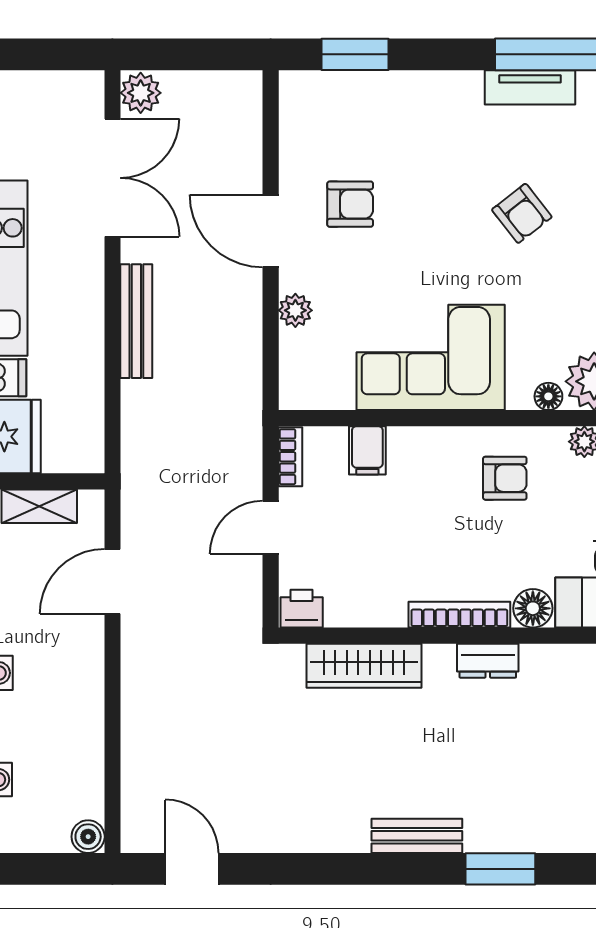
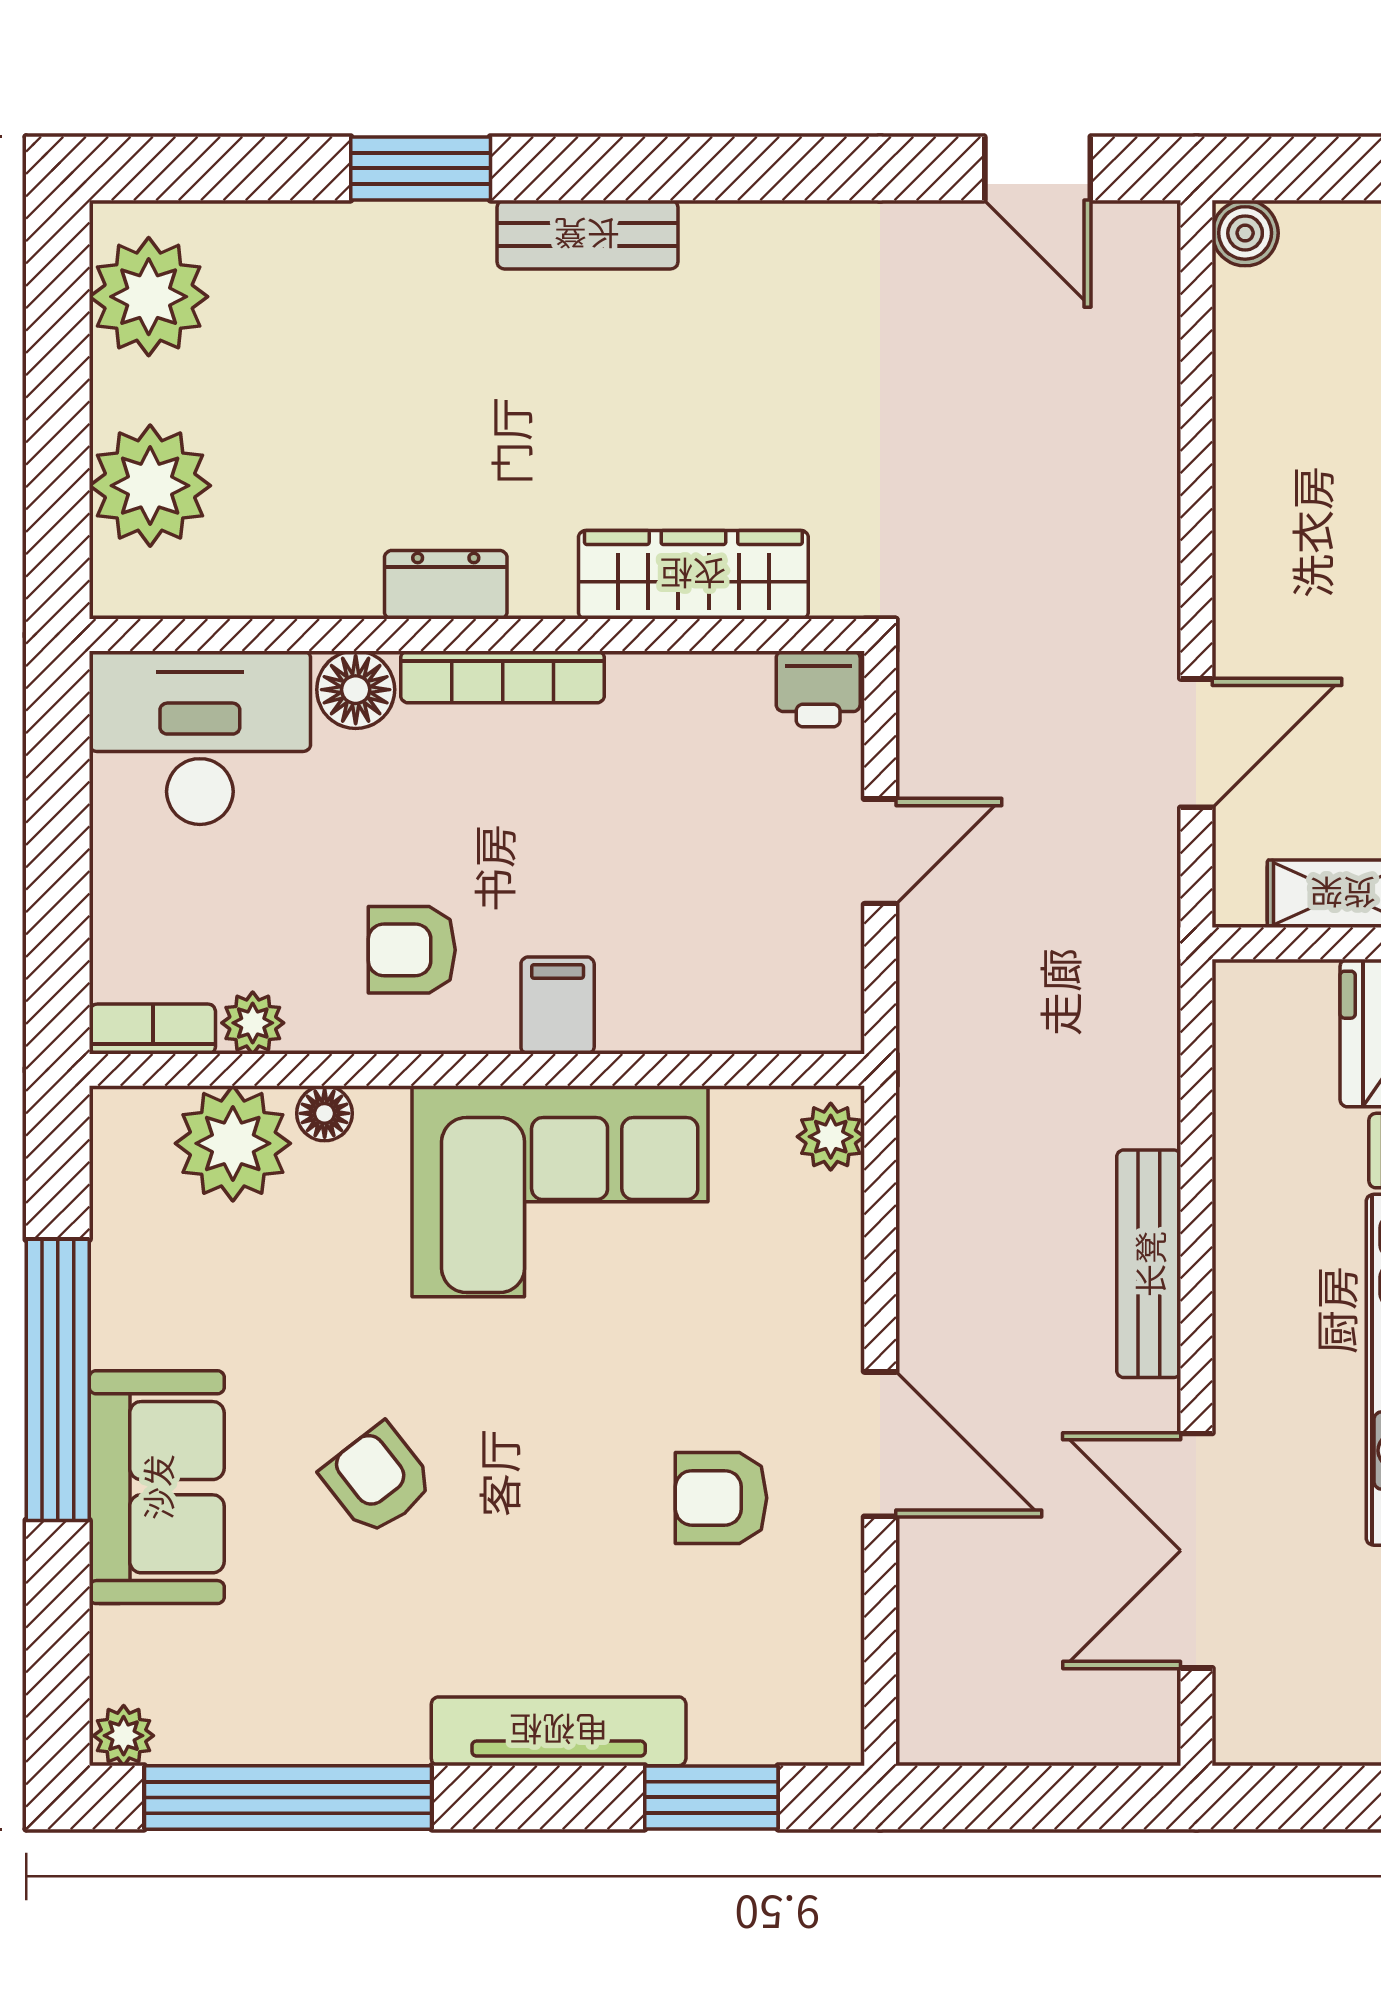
tv unit: (530, 87) -> (559, 1731), moved, width x1.41
plant: (141, 93) -> (1140, 1720), removed
plant: (295, 310) -> (831, 1137), moved
filing cabinet: (367, 450) -> (558, 1005), moved
bookcase: (290, 457) -> (841, 993), removed

